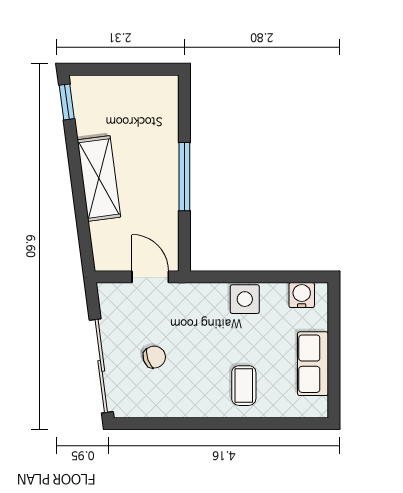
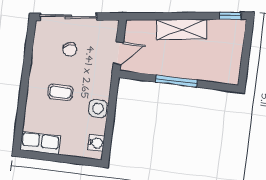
row of seats: (313, 364) -> (40, 143), moved
coffee table: (244, 386) -> (60, 92), moved

